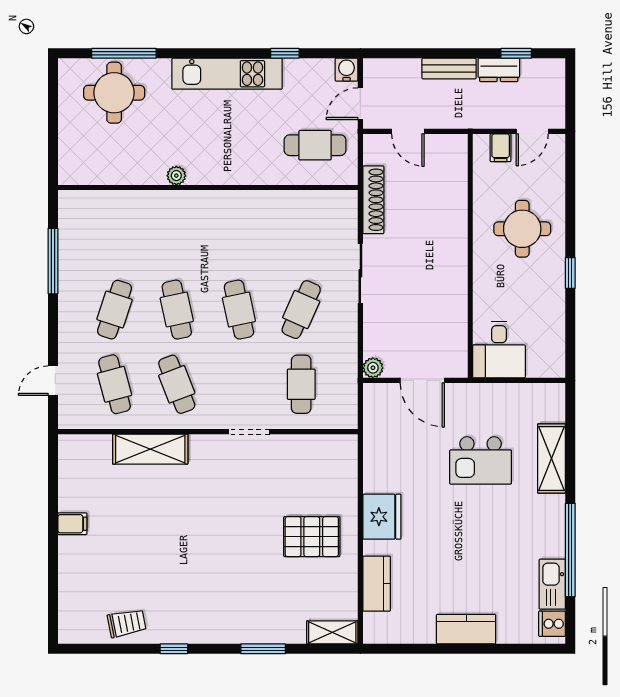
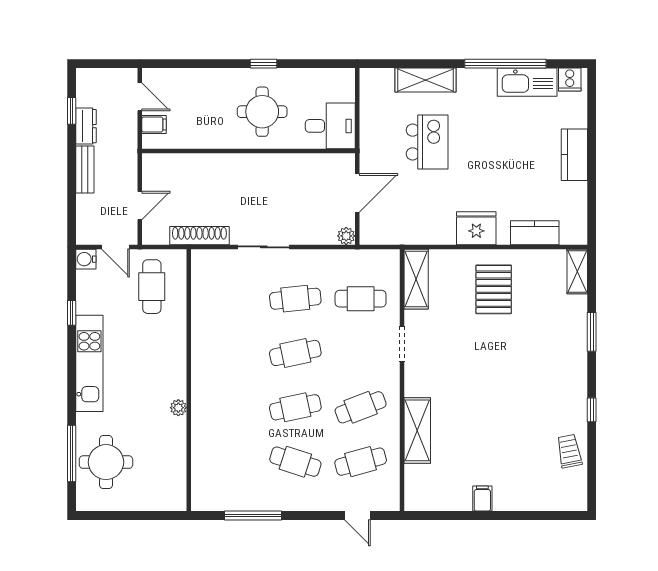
round table: (522, 229) -> (262, 112), moved
cafe table: (301, 310) -> (295, 299), turned -30
shelving: (324, 448) -> (416, 279), added
kitchen sink: (552, 584) -> (527, 82), width x1.36, depth x1.24

